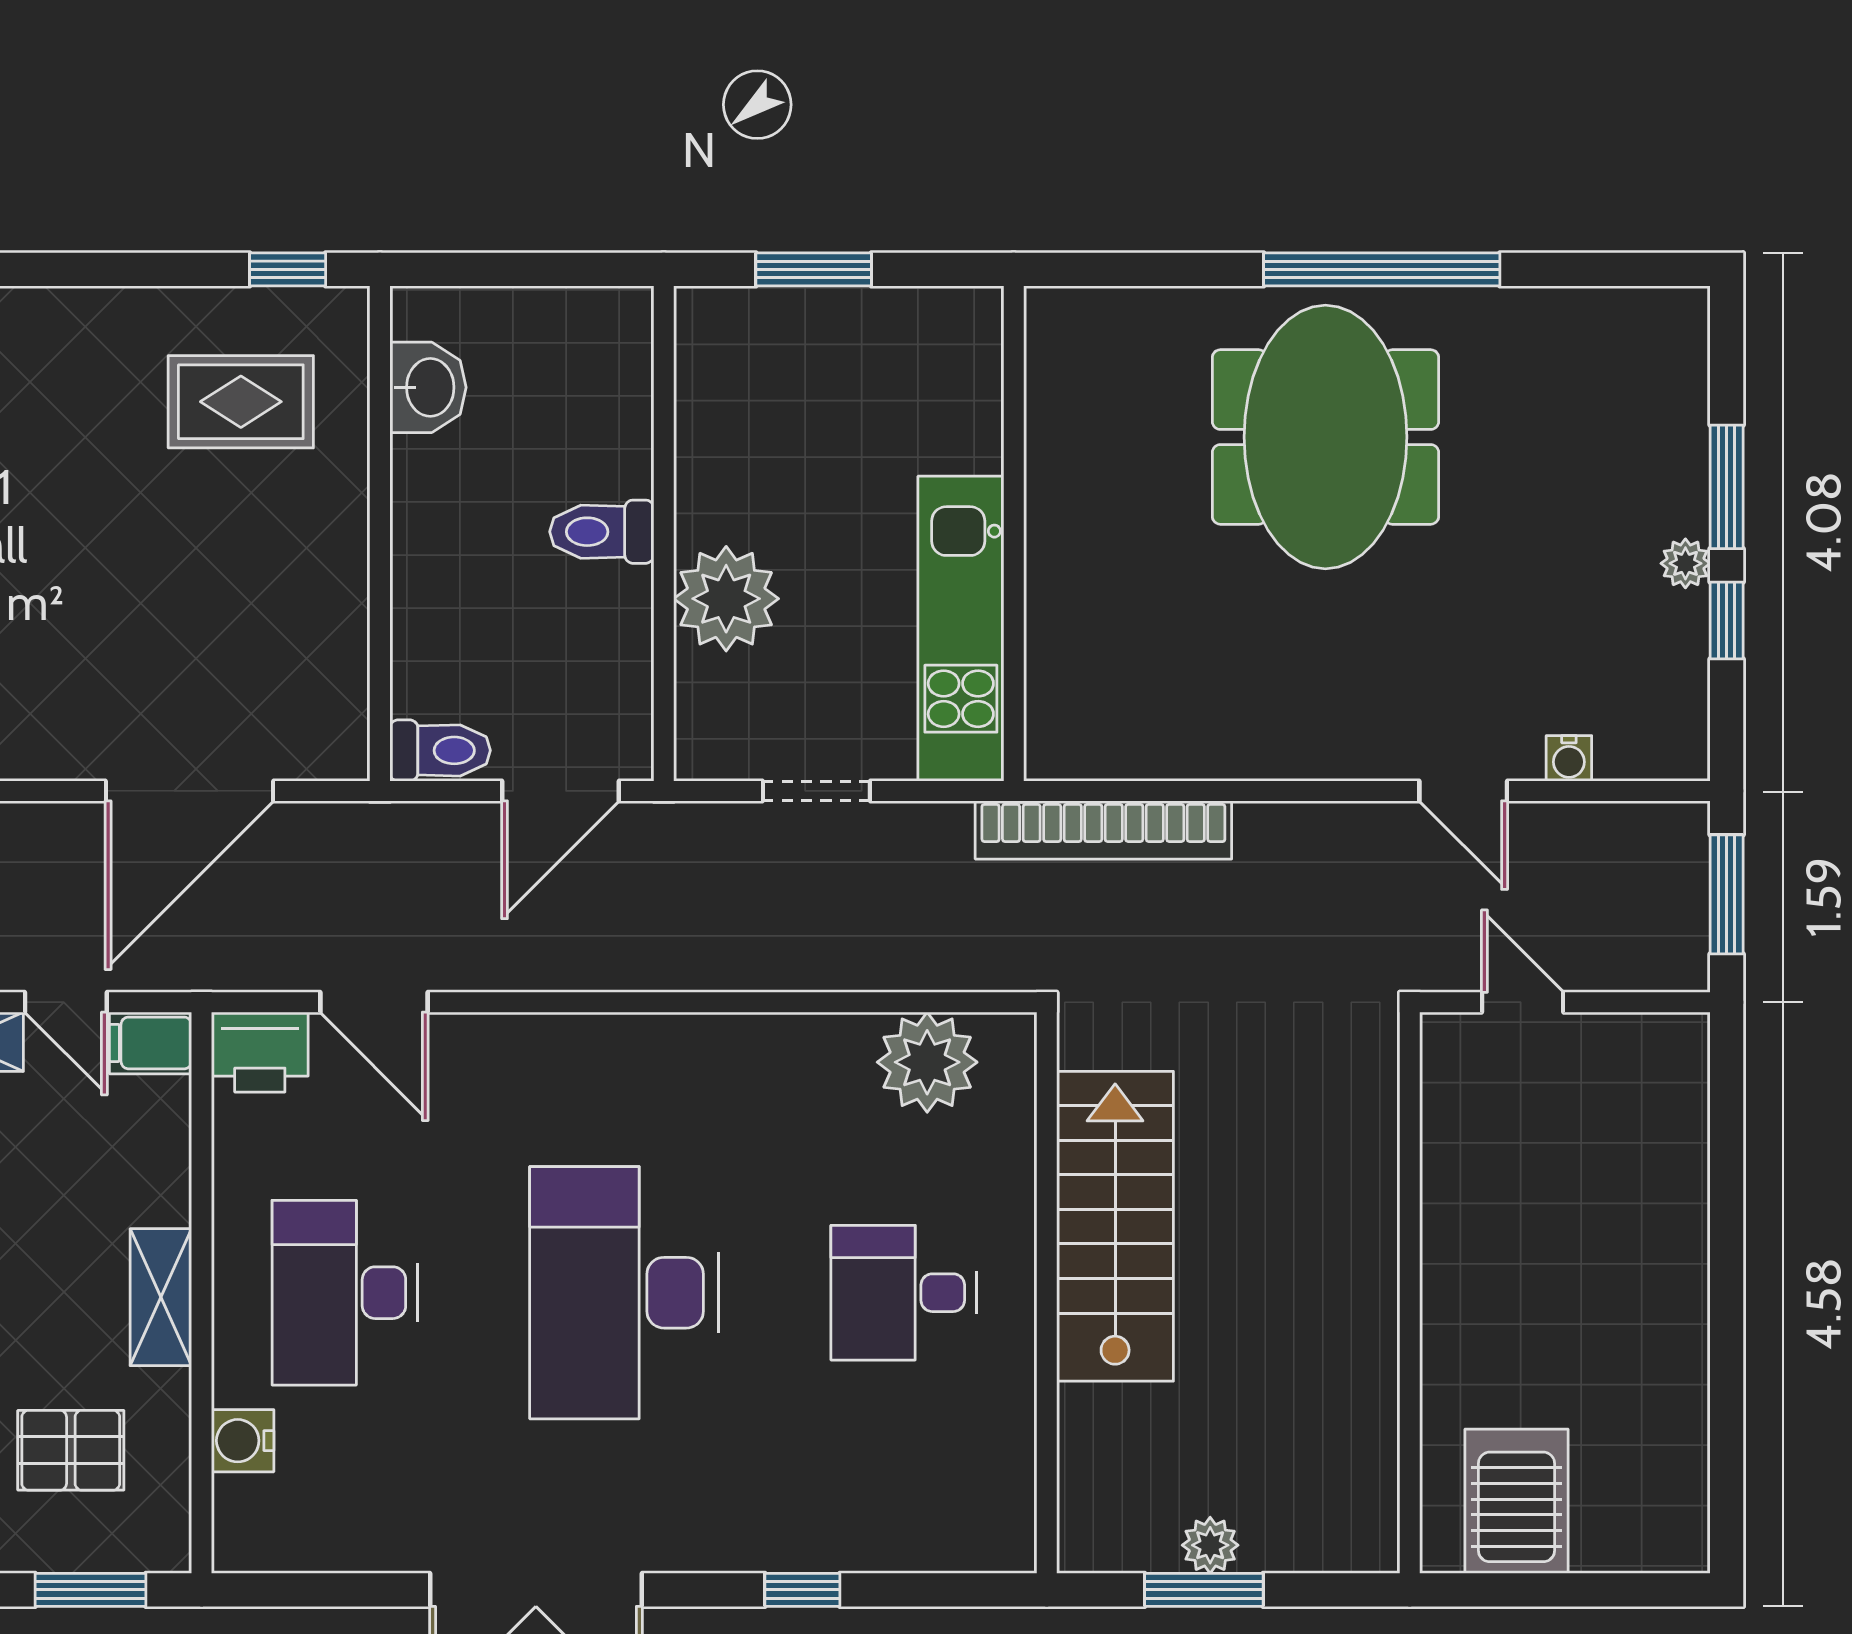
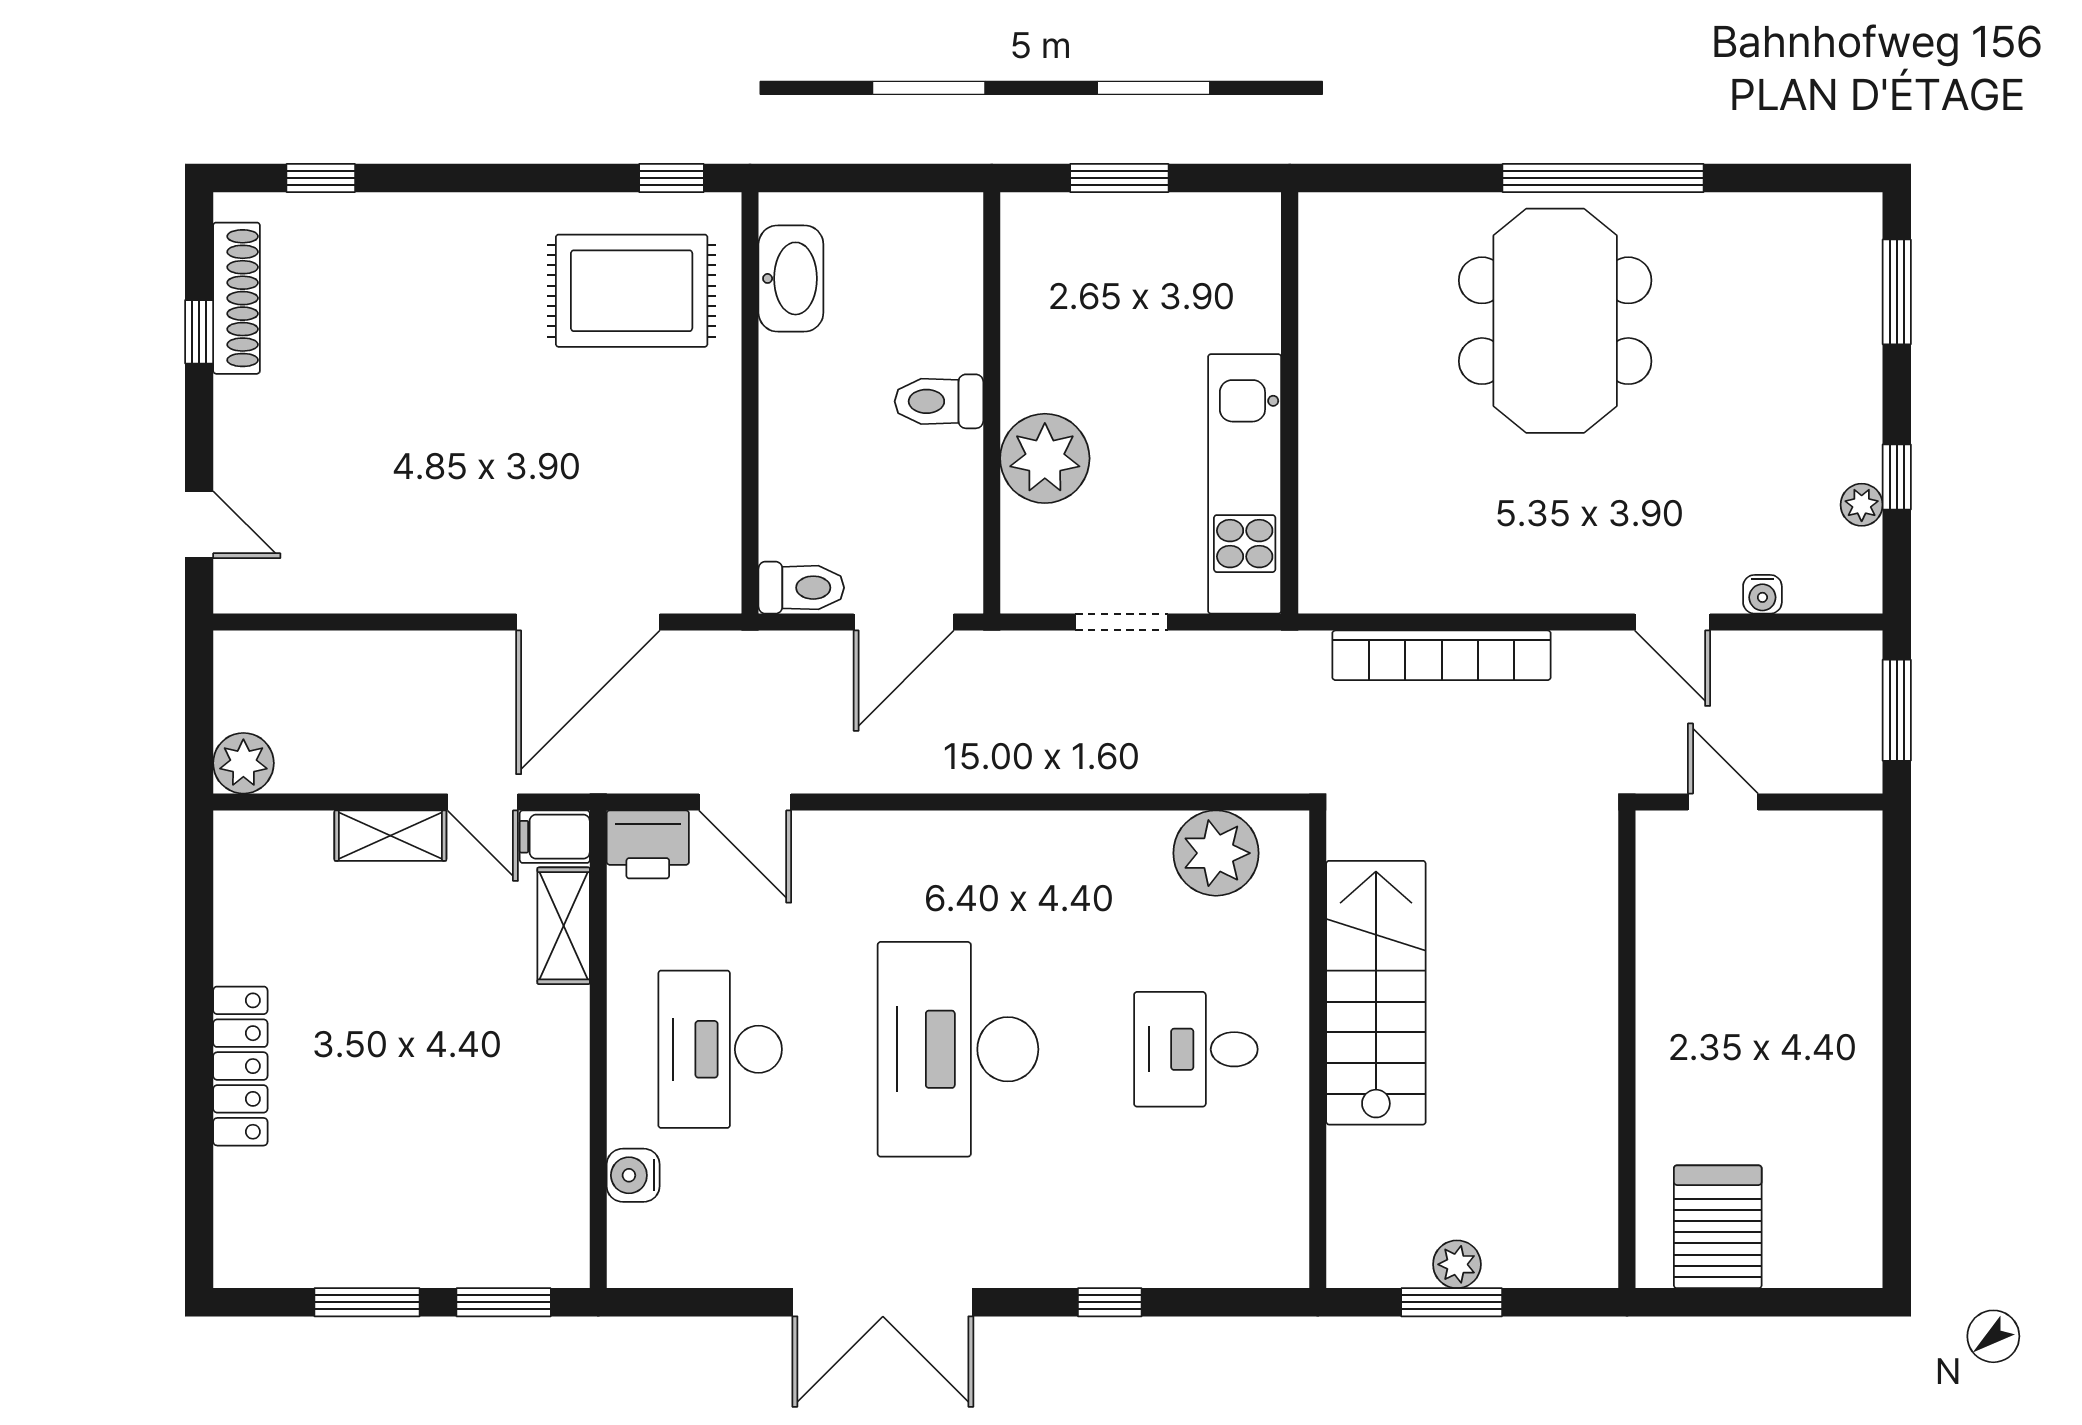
washbasin: (428, 387) -> (791, 278), width x1.38
rug: (241, 402) -> (632, 291), width x1.36, depth x1.43
window: (1727, 487) -> (1897, 292), moved
plant: (1685, 563) -> (1862, 505), moved
bookcase: (1103, 830) -> (1442, 655), moved
shelving: (161, 1297) -> (564, 926), moved
pallet: (71, 1450) -> (487, 1183), removed

